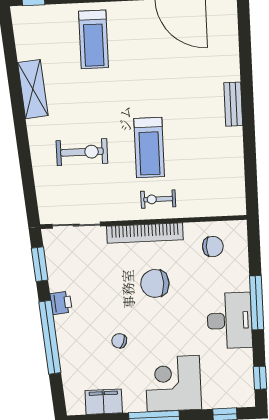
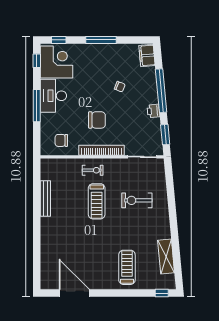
shelving: (33, 89) -> (166, 256), moved
bench: (233, 104) -> (45, 199), moved, width x1.36
treadmill: (149, 147) -> (97, 201), turned 180
corner desk: (173, 383) -> (56, 62), moved, turned -90
filing cabinet: (104, 402) -> (147, 55), moved, turned 85

